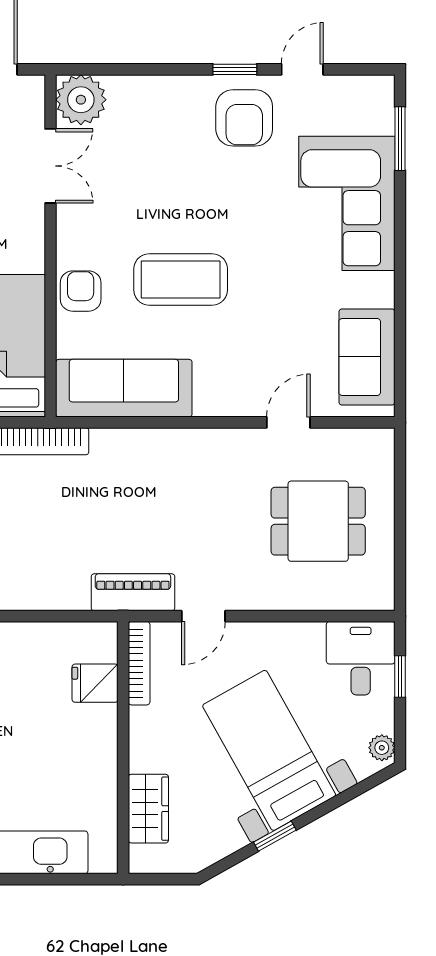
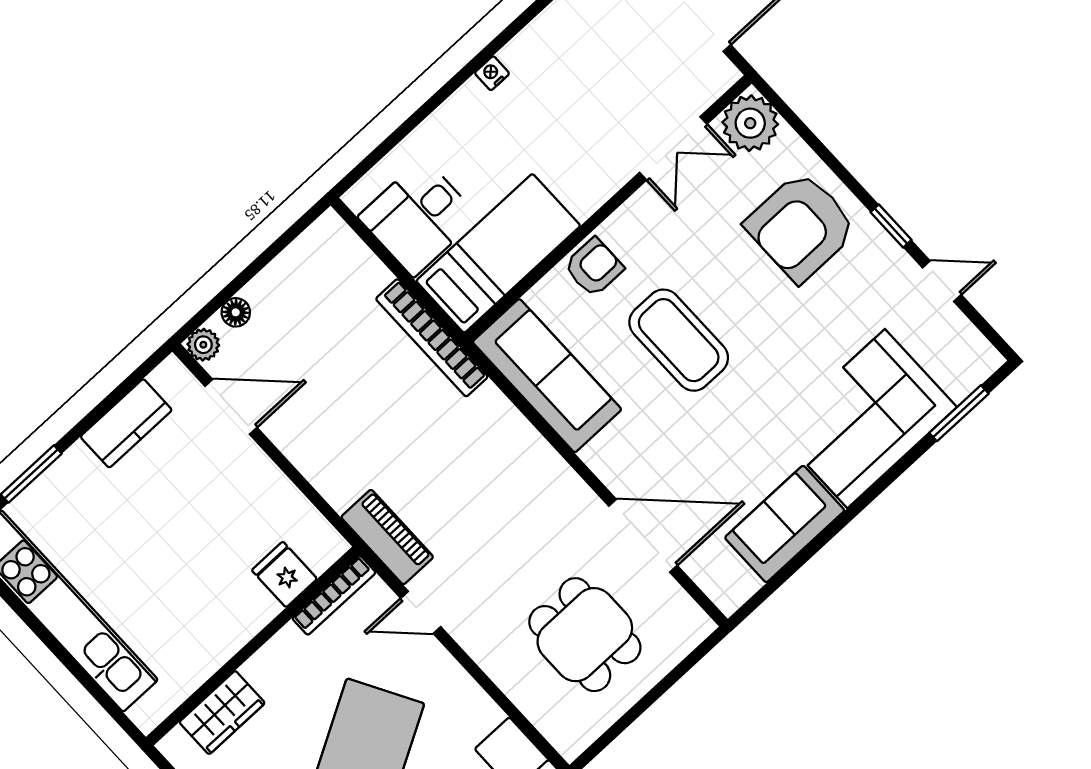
armchair: (244, 118) -> (801, 227), moved, width x1.36, depth x1.36
sofa: (367, 357) -> (785, 524), moved
door: (288, 422) -> (643, 536), width x1.88

